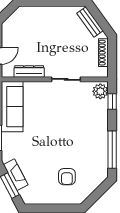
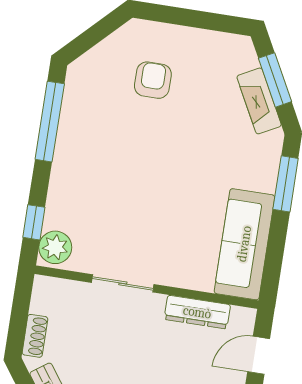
shoe rack: (103, 53) -> (35, 336), width x0.70

